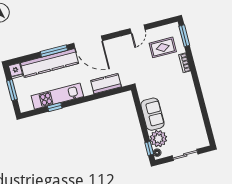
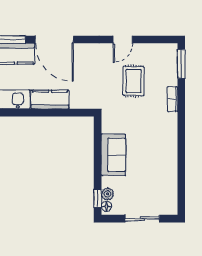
rug: (163, 47) -> (134, 81), moved, turned 90
kitchen counter: (106, 84) -> (50, 100), moved
plant: (158, 139) -> (108, 194), width x0.53, depth x0.53

